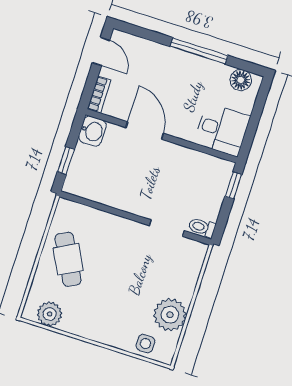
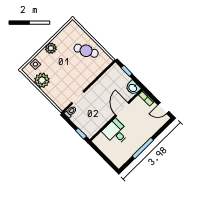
floor lamp: (241, 80) -> (122, 159), removed
door: (145, 130) -> (122, 109), swing flipped
desk: (222, 130) -> (116, 132), moved, turned 90
plant: (50, 314) -> (51, 48), moved

